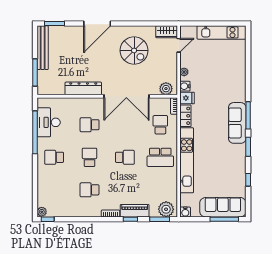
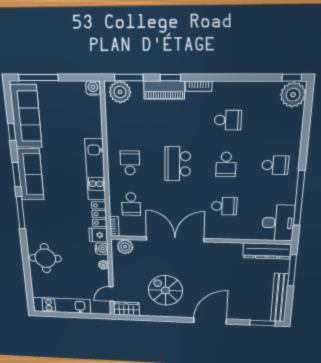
round table: (232, 76) -> (45, 258), added
dresser: (83, 88) -> (267, 251), moved
desk: (49, 122) -> (278, 223), moved
sofa: (237, 123) -> (30, 174), moved
school desk: (125, 157) -> (178, 164), width x1.85
school desk: (160, 157) -> (130, 163), width x0.54
kitchen unit: (187, 160) -> (95, 170), width x0.73
sofa: (223, 207) -> (26, 116), moved, turned -90
plant: (42, 212) -> (293, 95), width x1.87, depth x1.87

